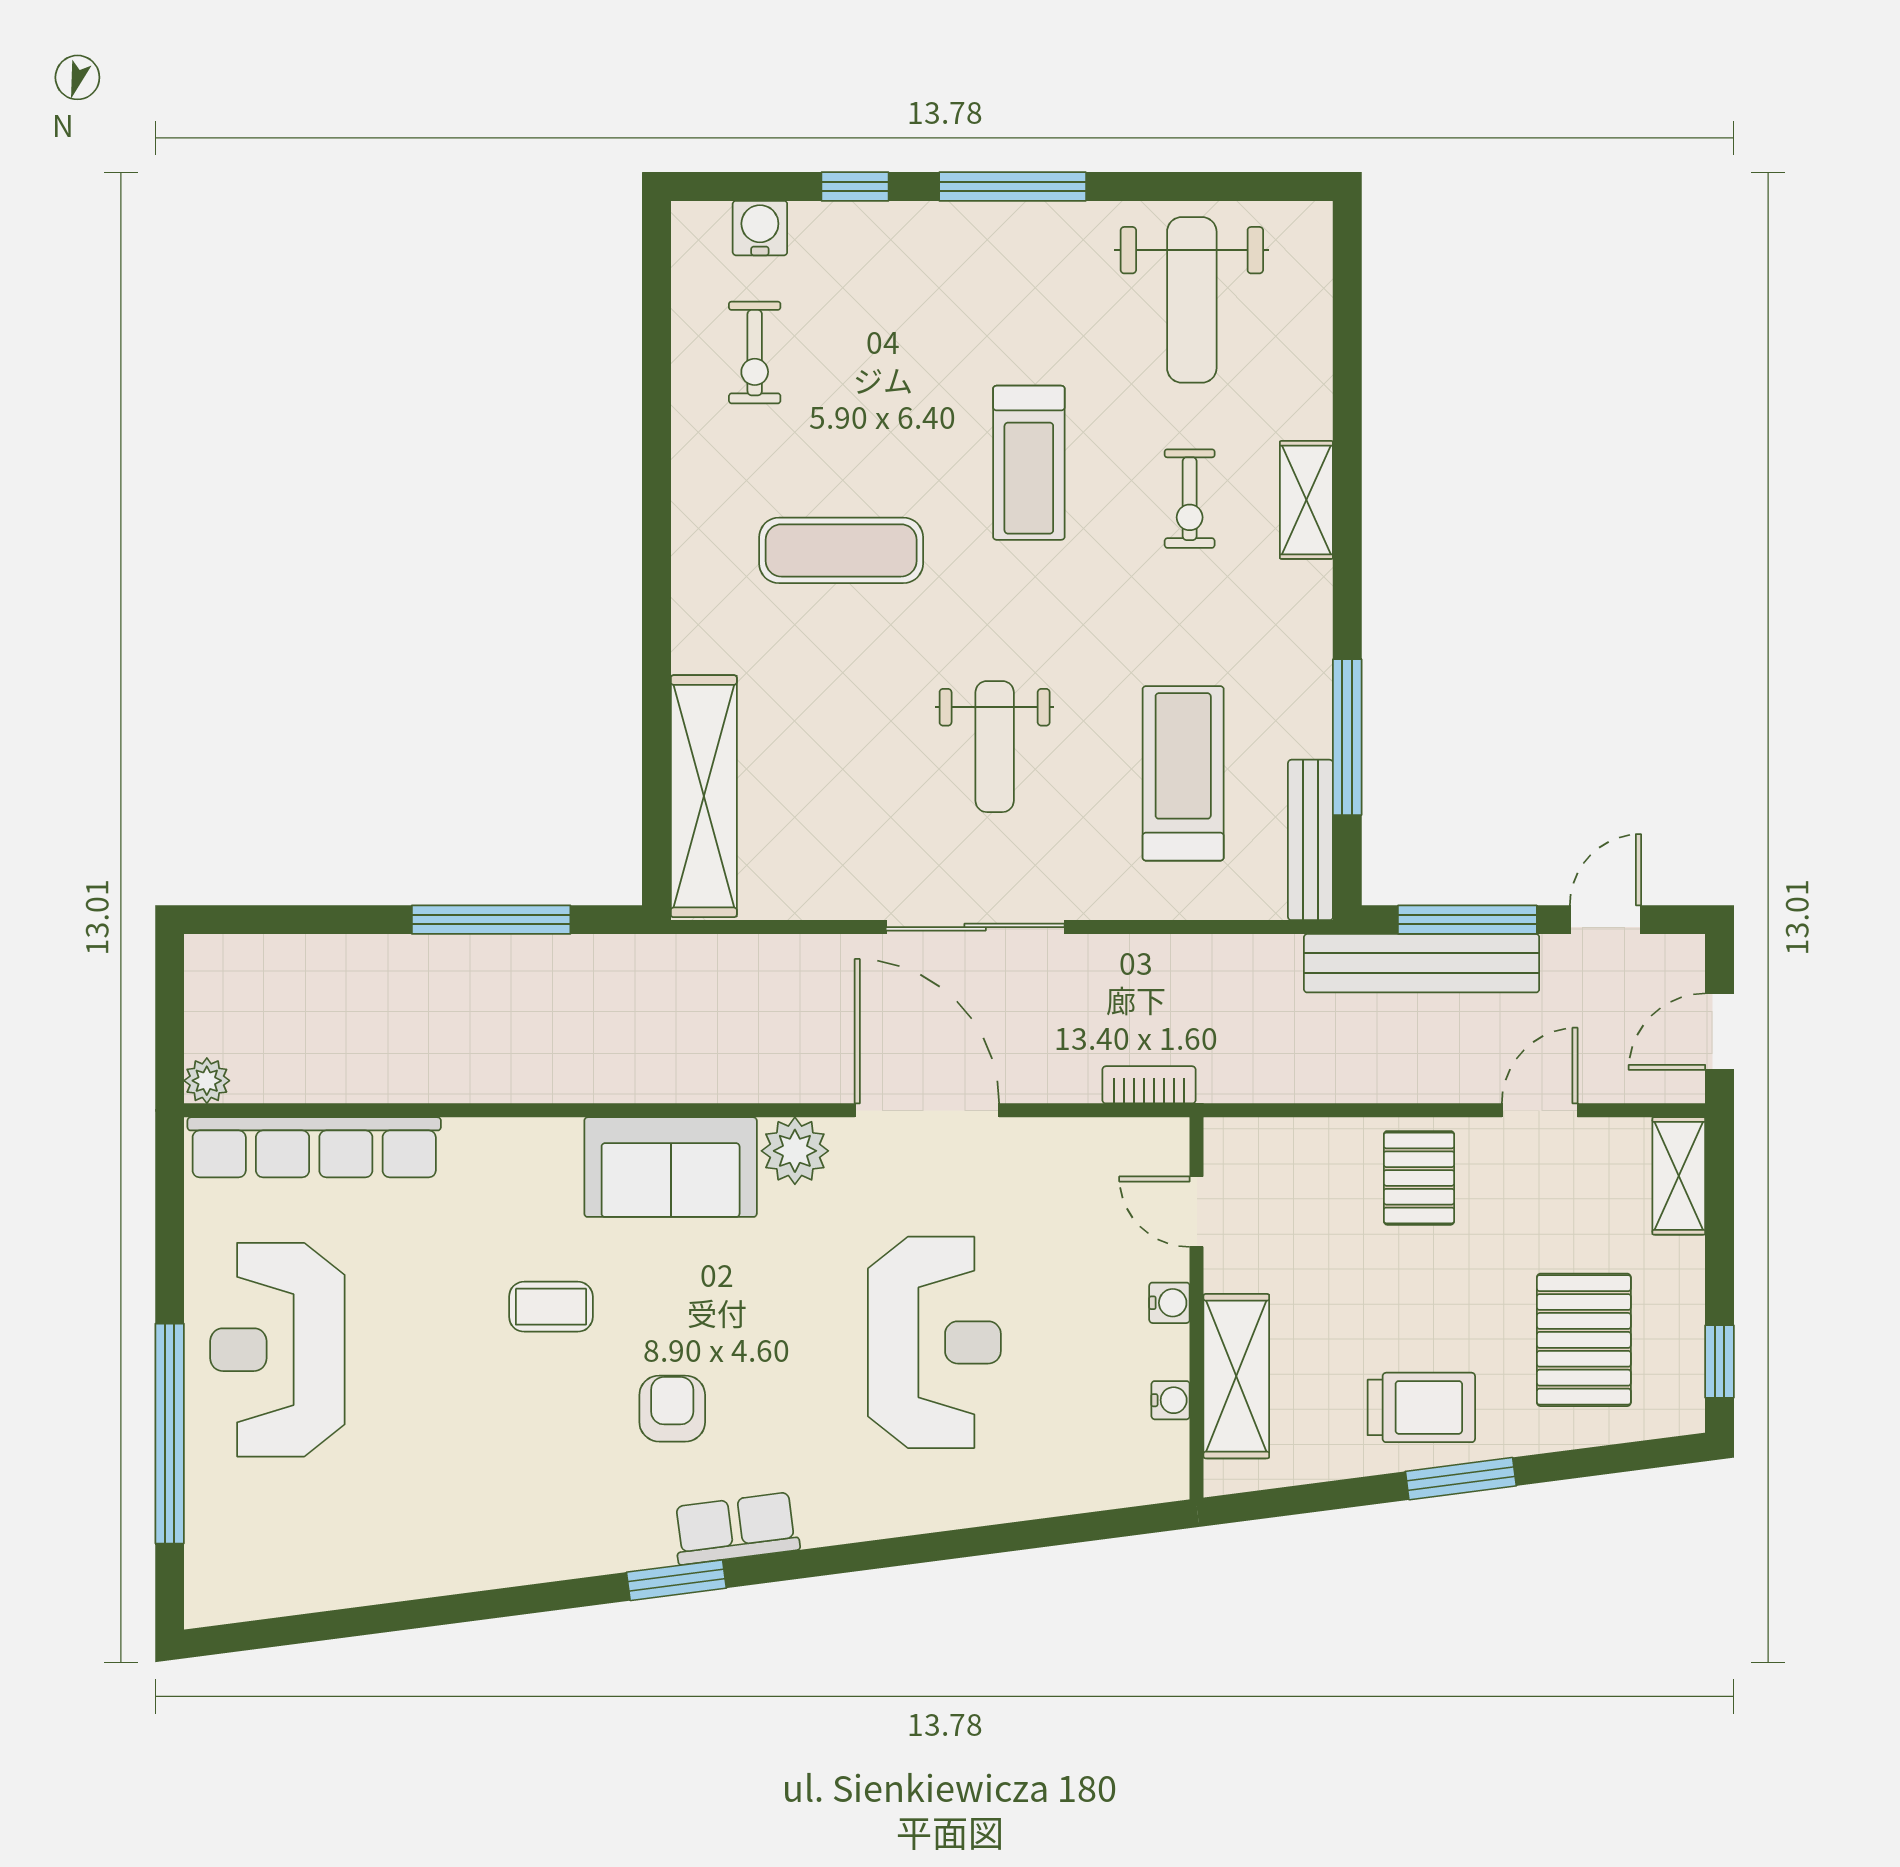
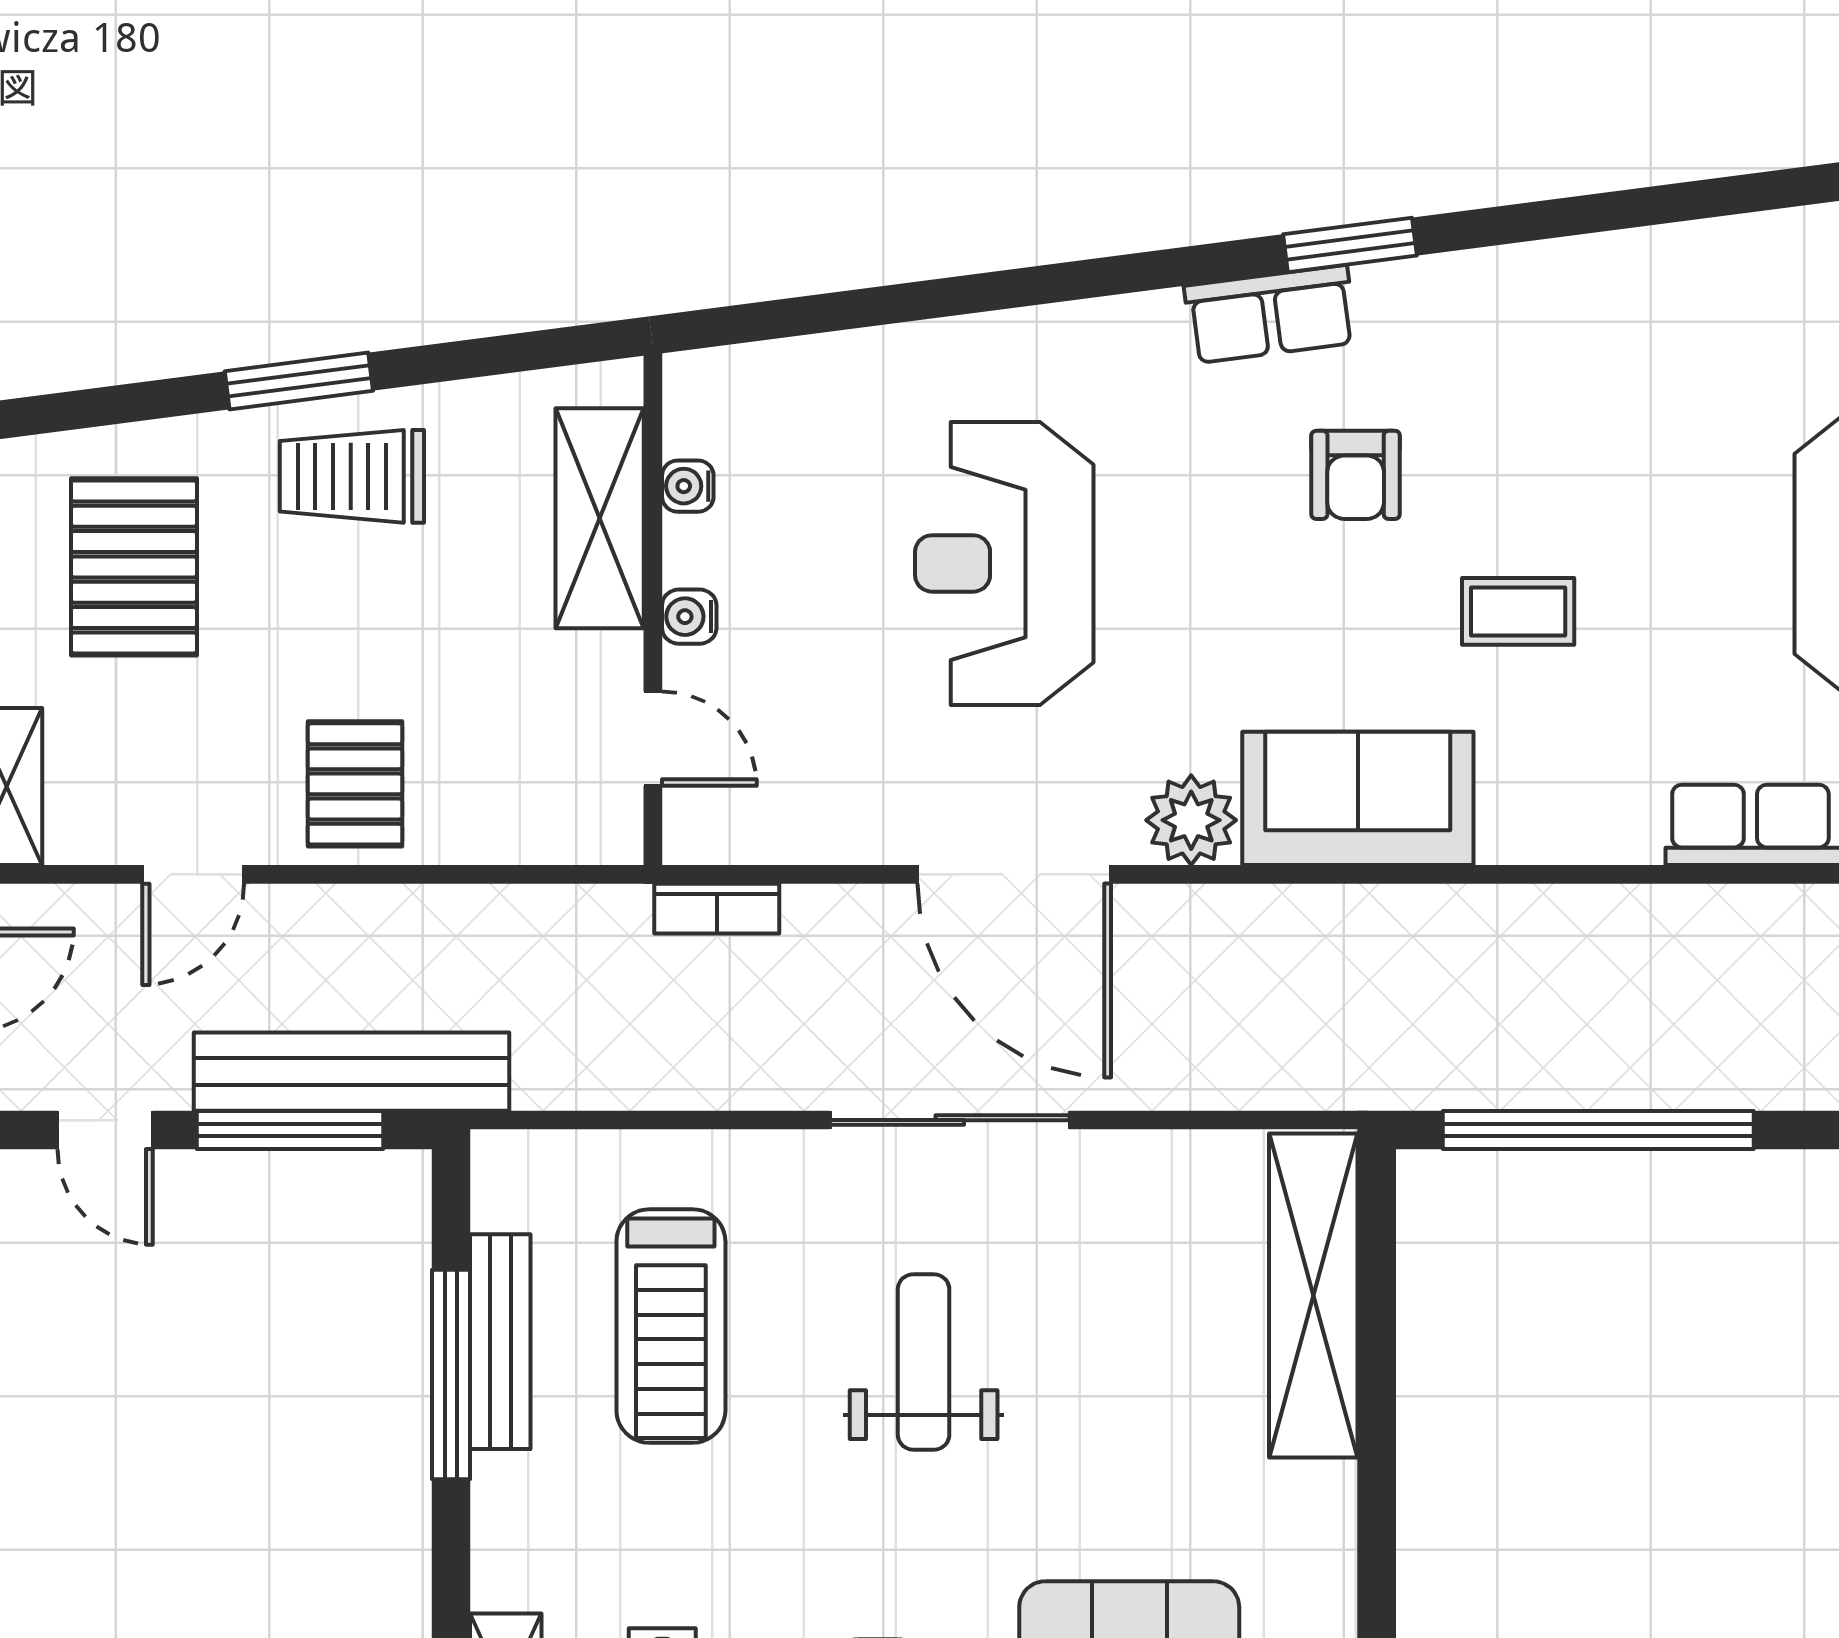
bench: (1310, 840) -> (500, 1342), moved
window: (491, 920) -> (1598, 1130), width x1.46
door: (1605, 920) -> (105, 1130), hinge flipped

